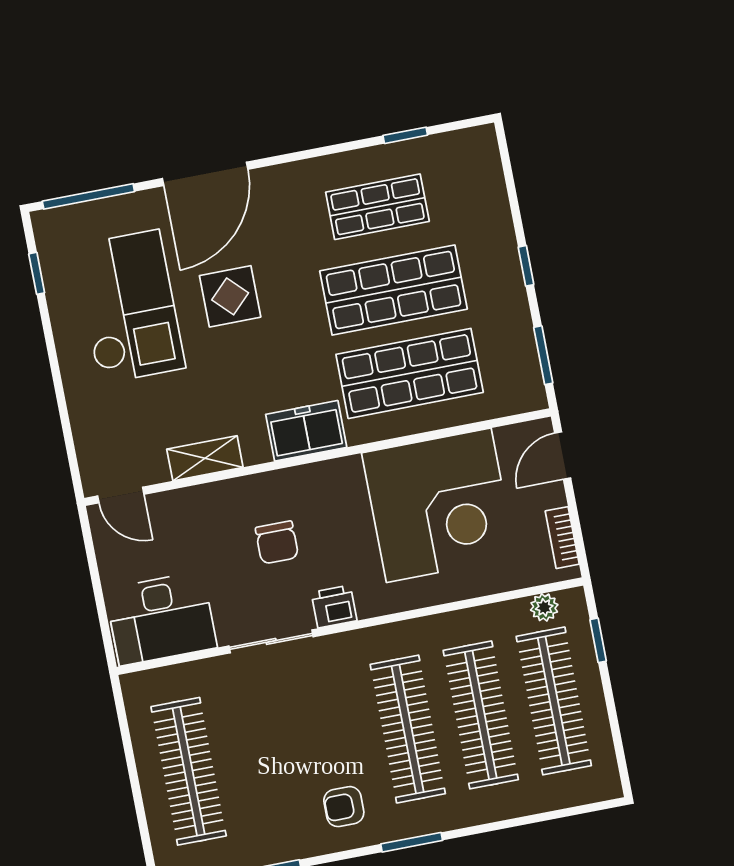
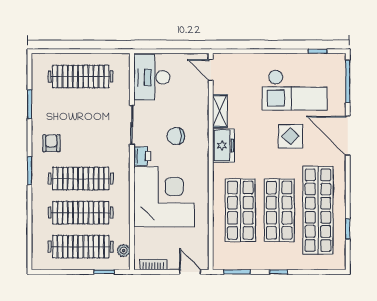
shop shelf: (377, 207) -> (318, 210), width x2.00, depth x1.36
freezer: (306, 431) -> (223, 145), moved
door: (121, 495) -> (211, 70), hinge flipped
corner desk: (439, 505) -> (164, 197), moved, turned 180

